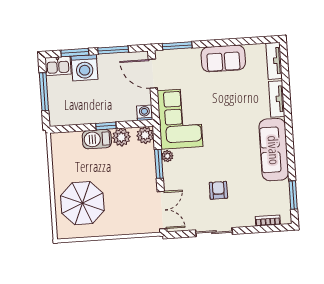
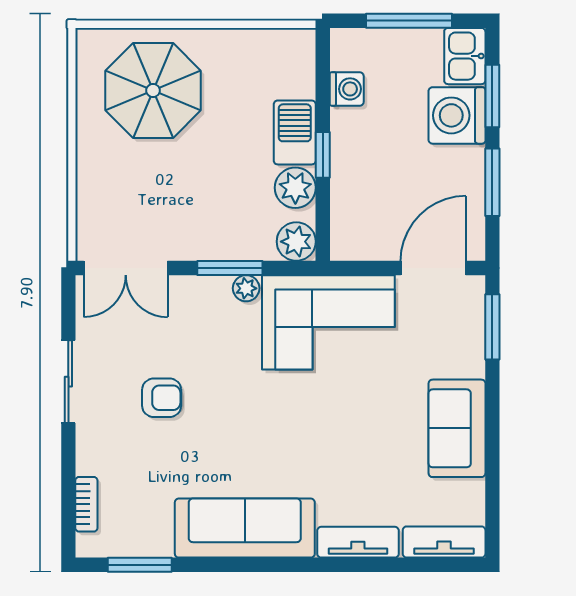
washing machine: (144, 113) -> (347, 89), moved

